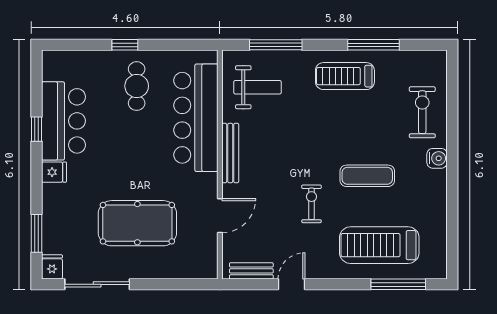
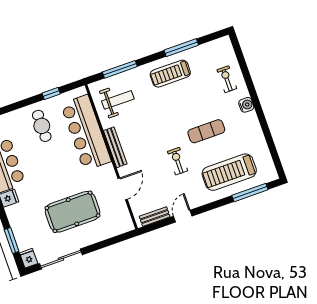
window: (125, 45) -> (51, 94), moved
exercise bike: (422, 112) -> (227, 79), width x0.73, depth x0.72

